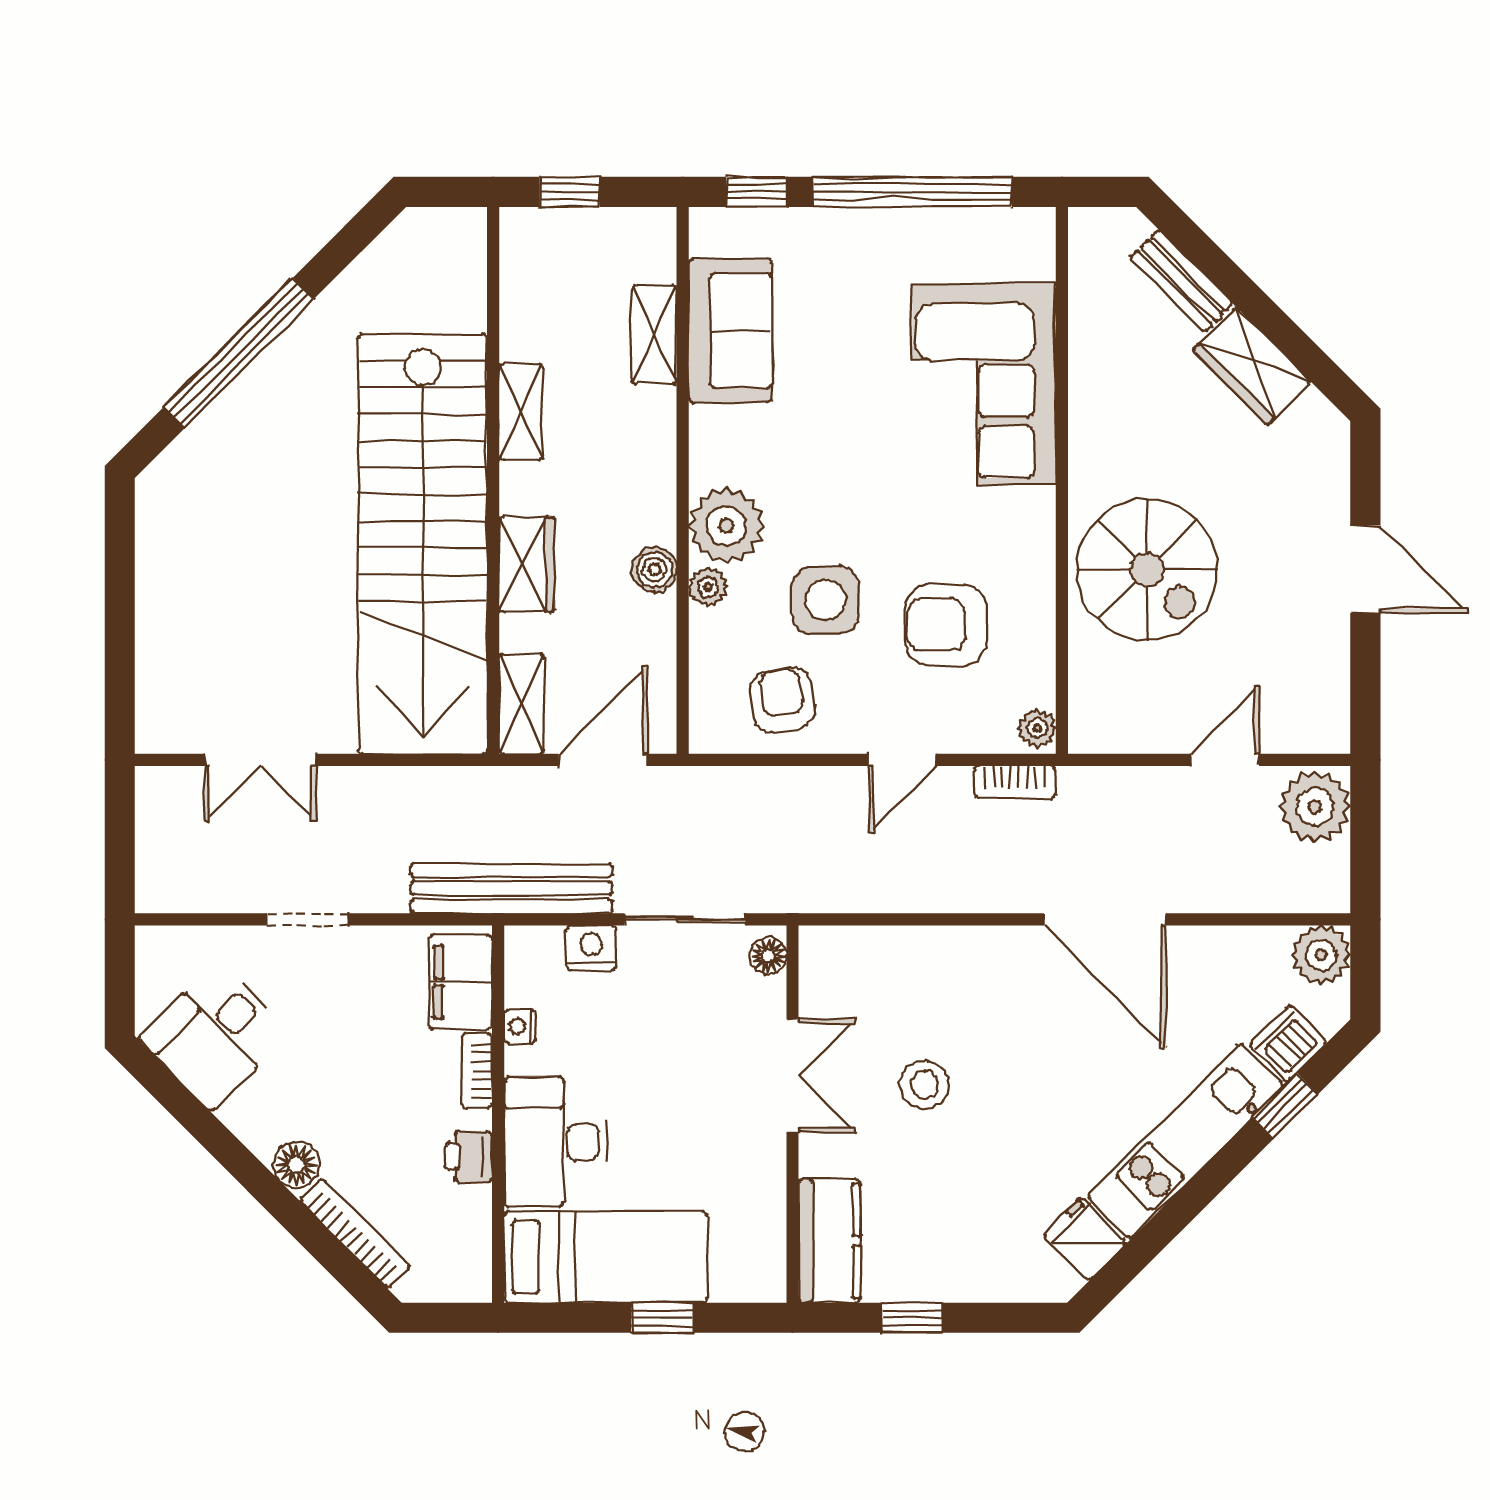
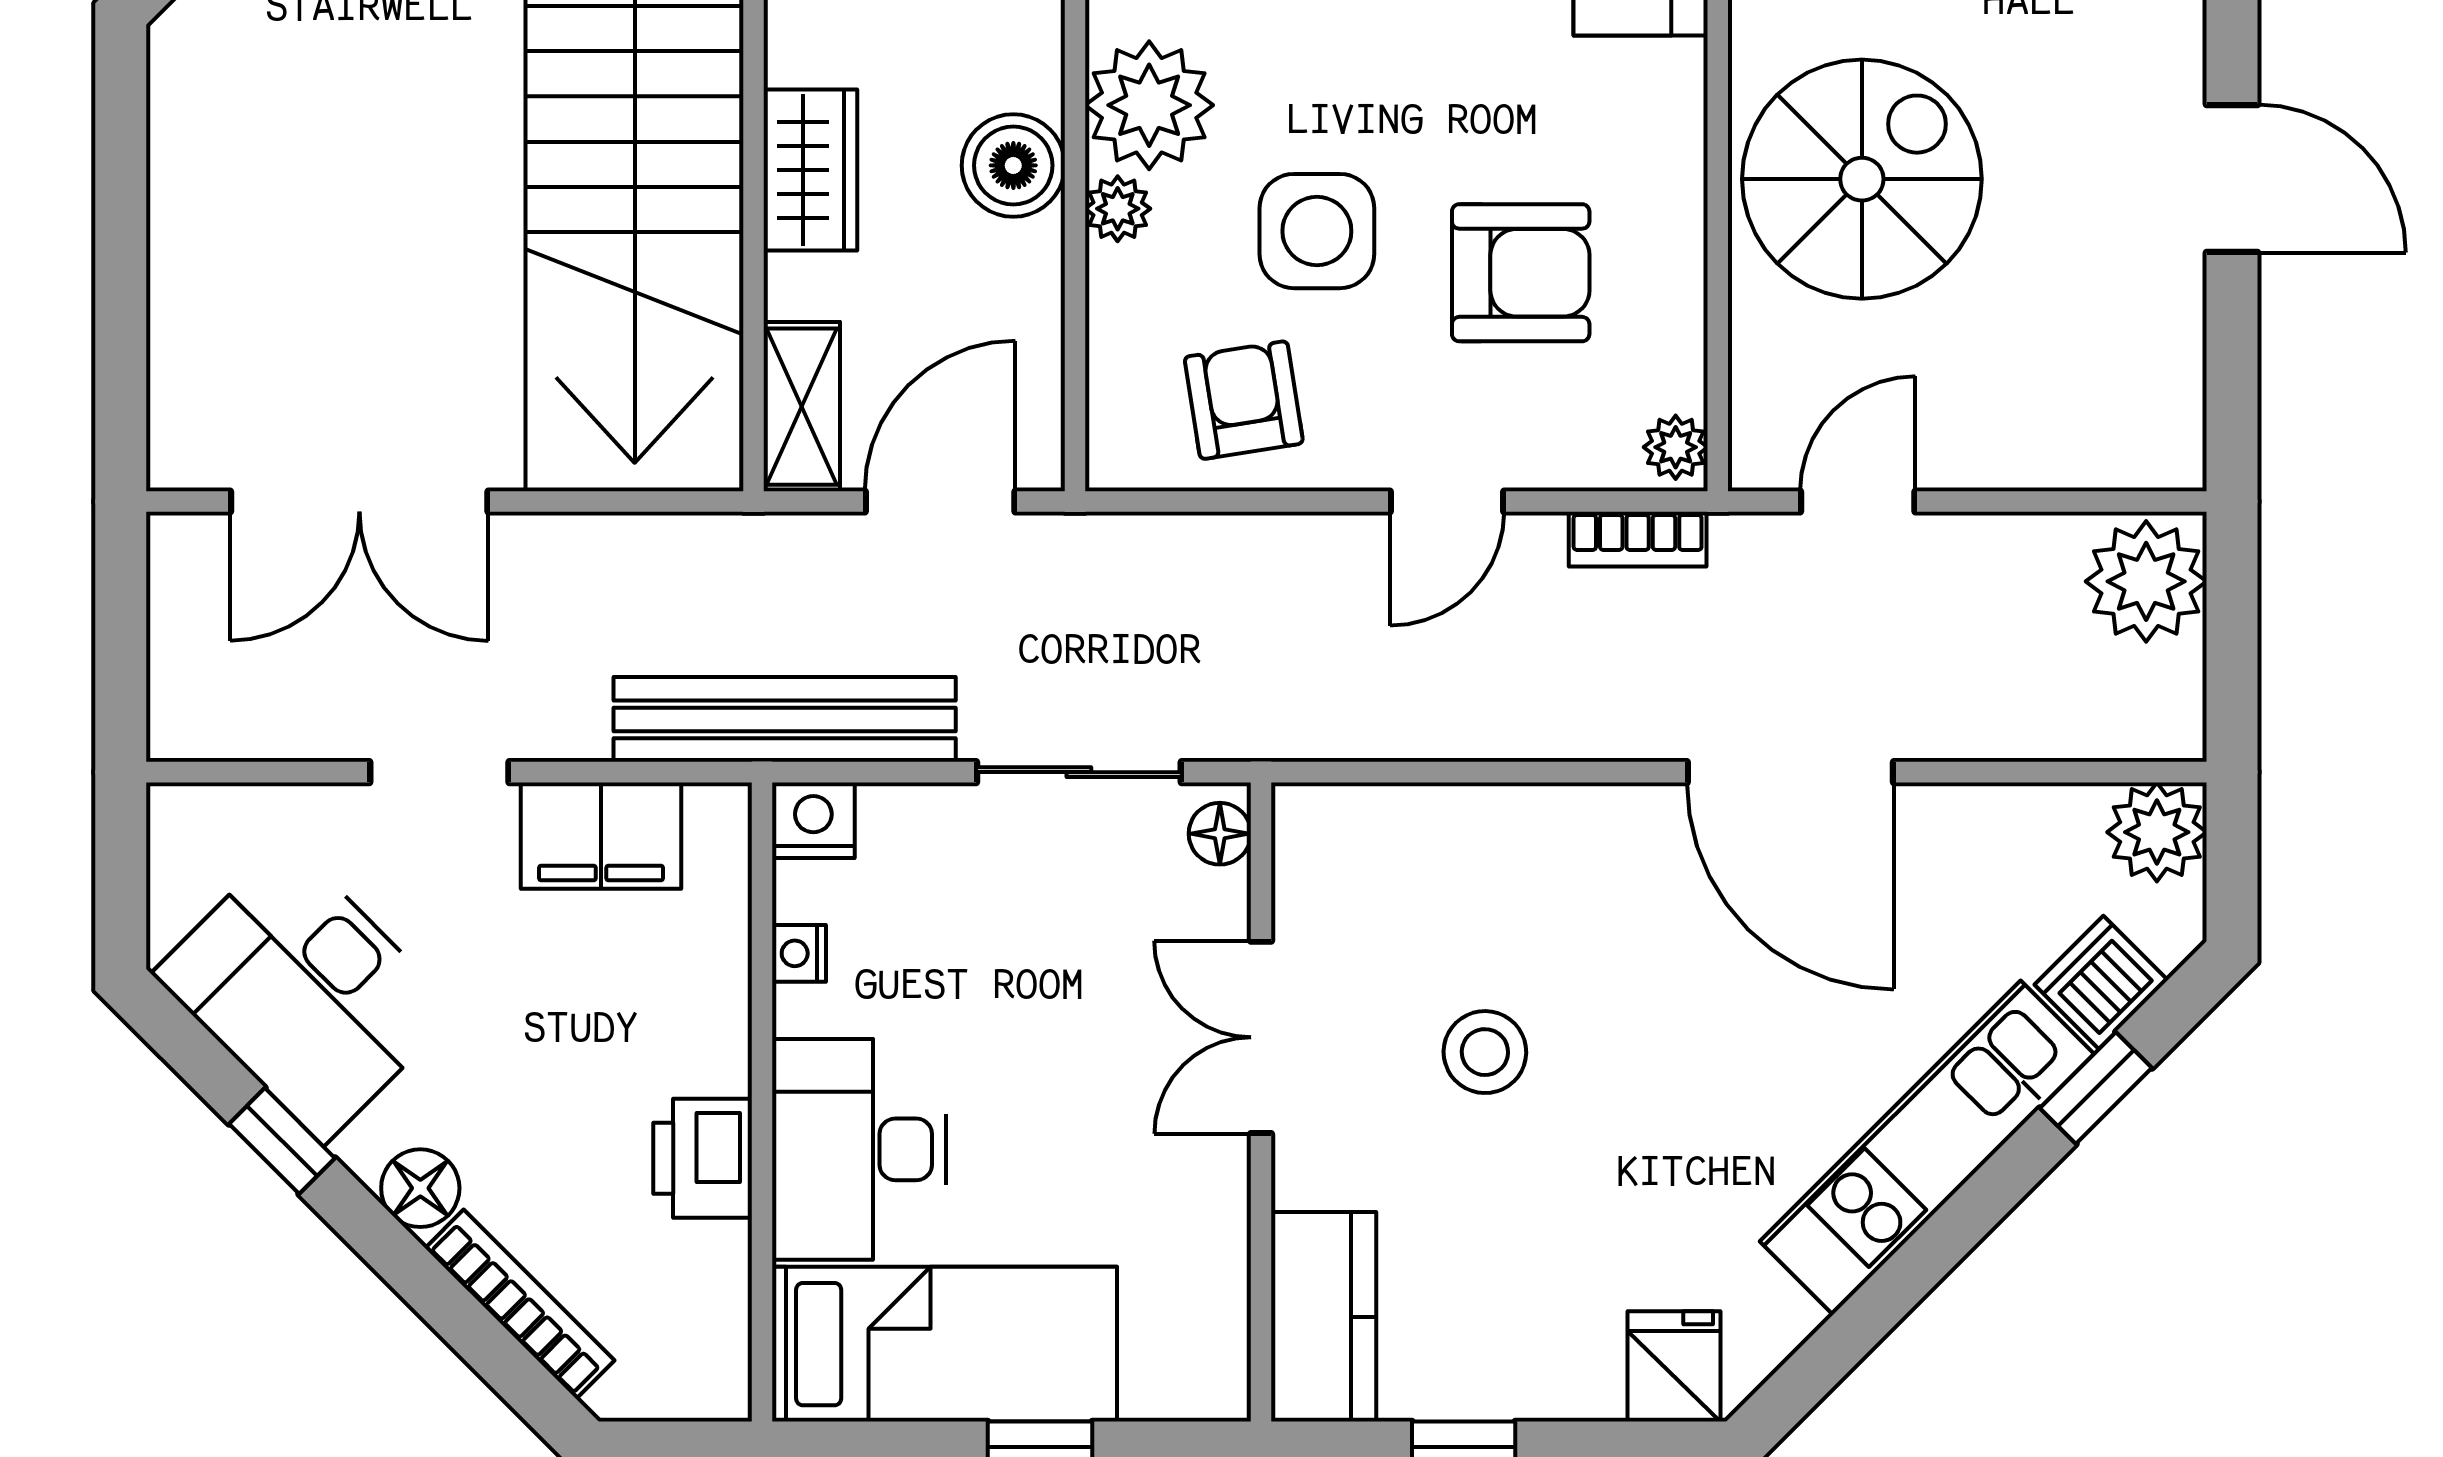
boiler: (654, 570) -> (1013, 165), width x1.36, depth x1.36
spiral stairs: (1147, 570) -> (1862, 179), turned -90
armchair: (946, 625) -> (1521, 273), turned 180
double door: (260, 760) -> (359, 501), width x1.37
door: (1225, 760) -> (1858, 501), moved
nightstand: (591, 948) -> (813, 820), moved
filing cabinet: (461, 982) -> (601, 836), moved, turned -90
desk: (215, 1035) -> (305, 992), width x1.37
bookcase: (477, 1071) -> (726, 1028), removed
double door: (792, 1076) -> (1261, 1037), swing flipped
window: (215, 1137) -> (282, 1141), added
printer: (469, 1157) -> (703, 1158), width x1.36, depth x1.24
fridge: (1085, 1239) -> (1674, 1366), moved, turned 45

